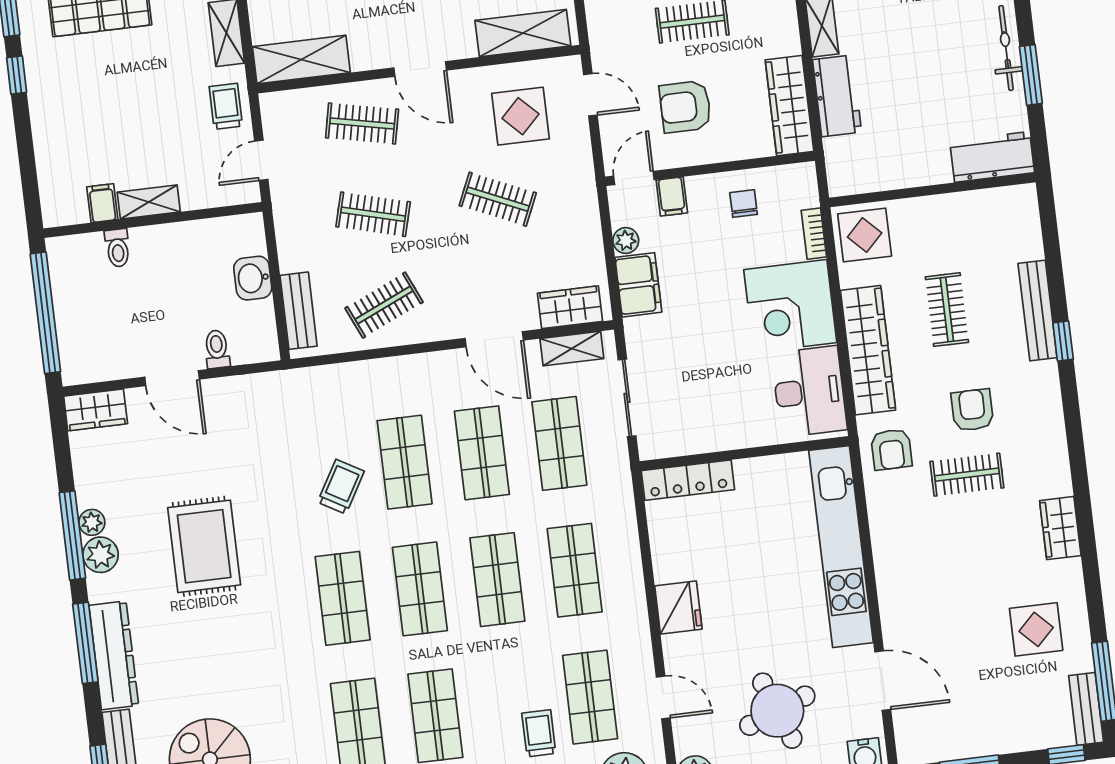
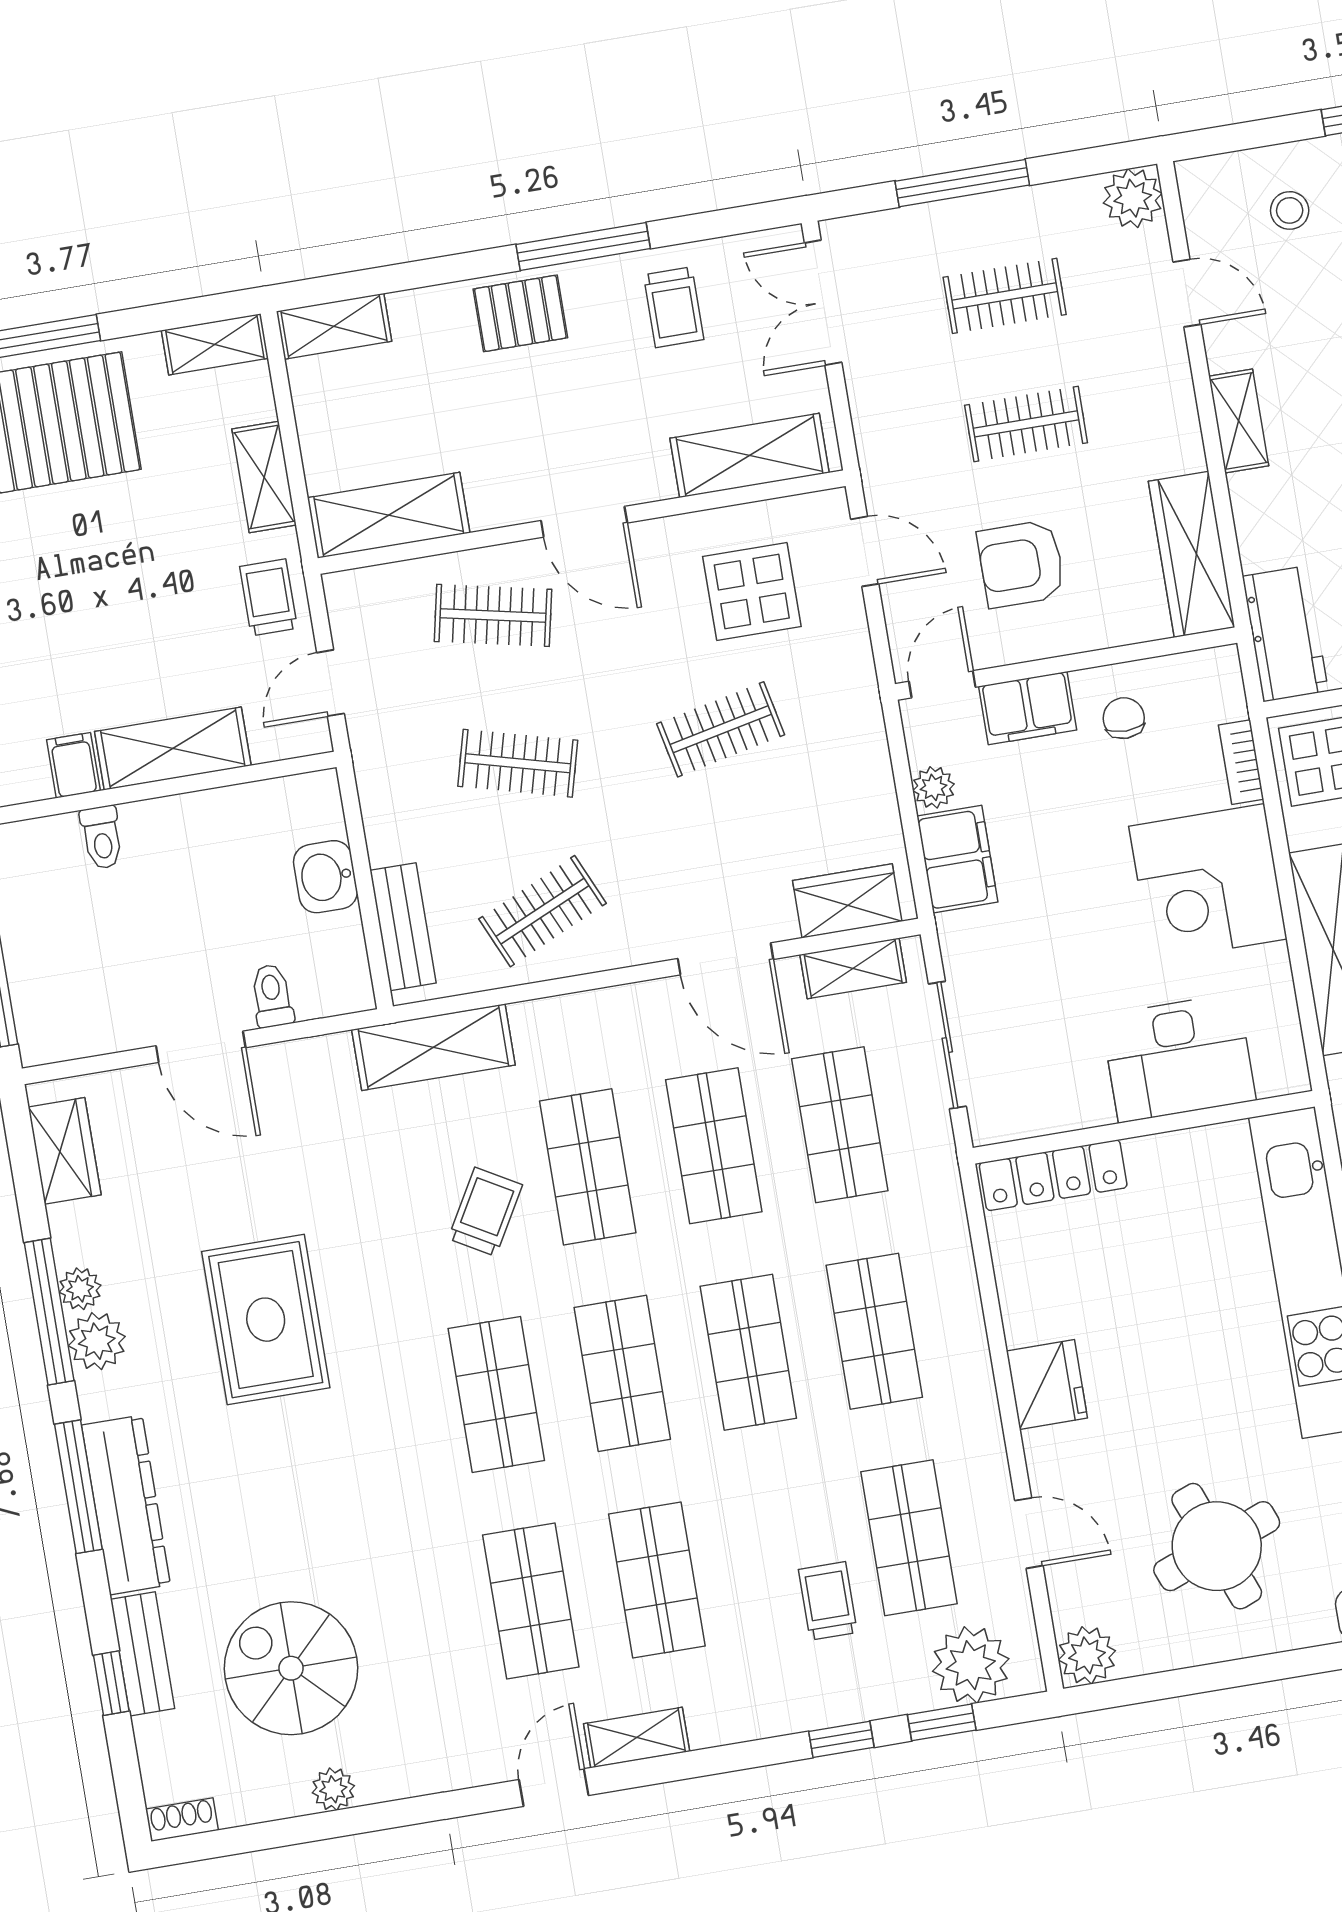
workbench: (837, 96) -> (1285, 634), moved
filing cabinet: (672, 196) -> (1028, 708), width x2.00
clothes rail: (498, 199) -> (721, 729), turned -36
shelving: (149, 202) -> (173, 748), width x1.50, depth x1.33
shelving: (314, 385) -> (433, 1047), added
desk: (809, 391) -> (1178, 1058), moved, turned 90
wardrobe: (96, 410) -> (65, 1151), moved, turned -90

